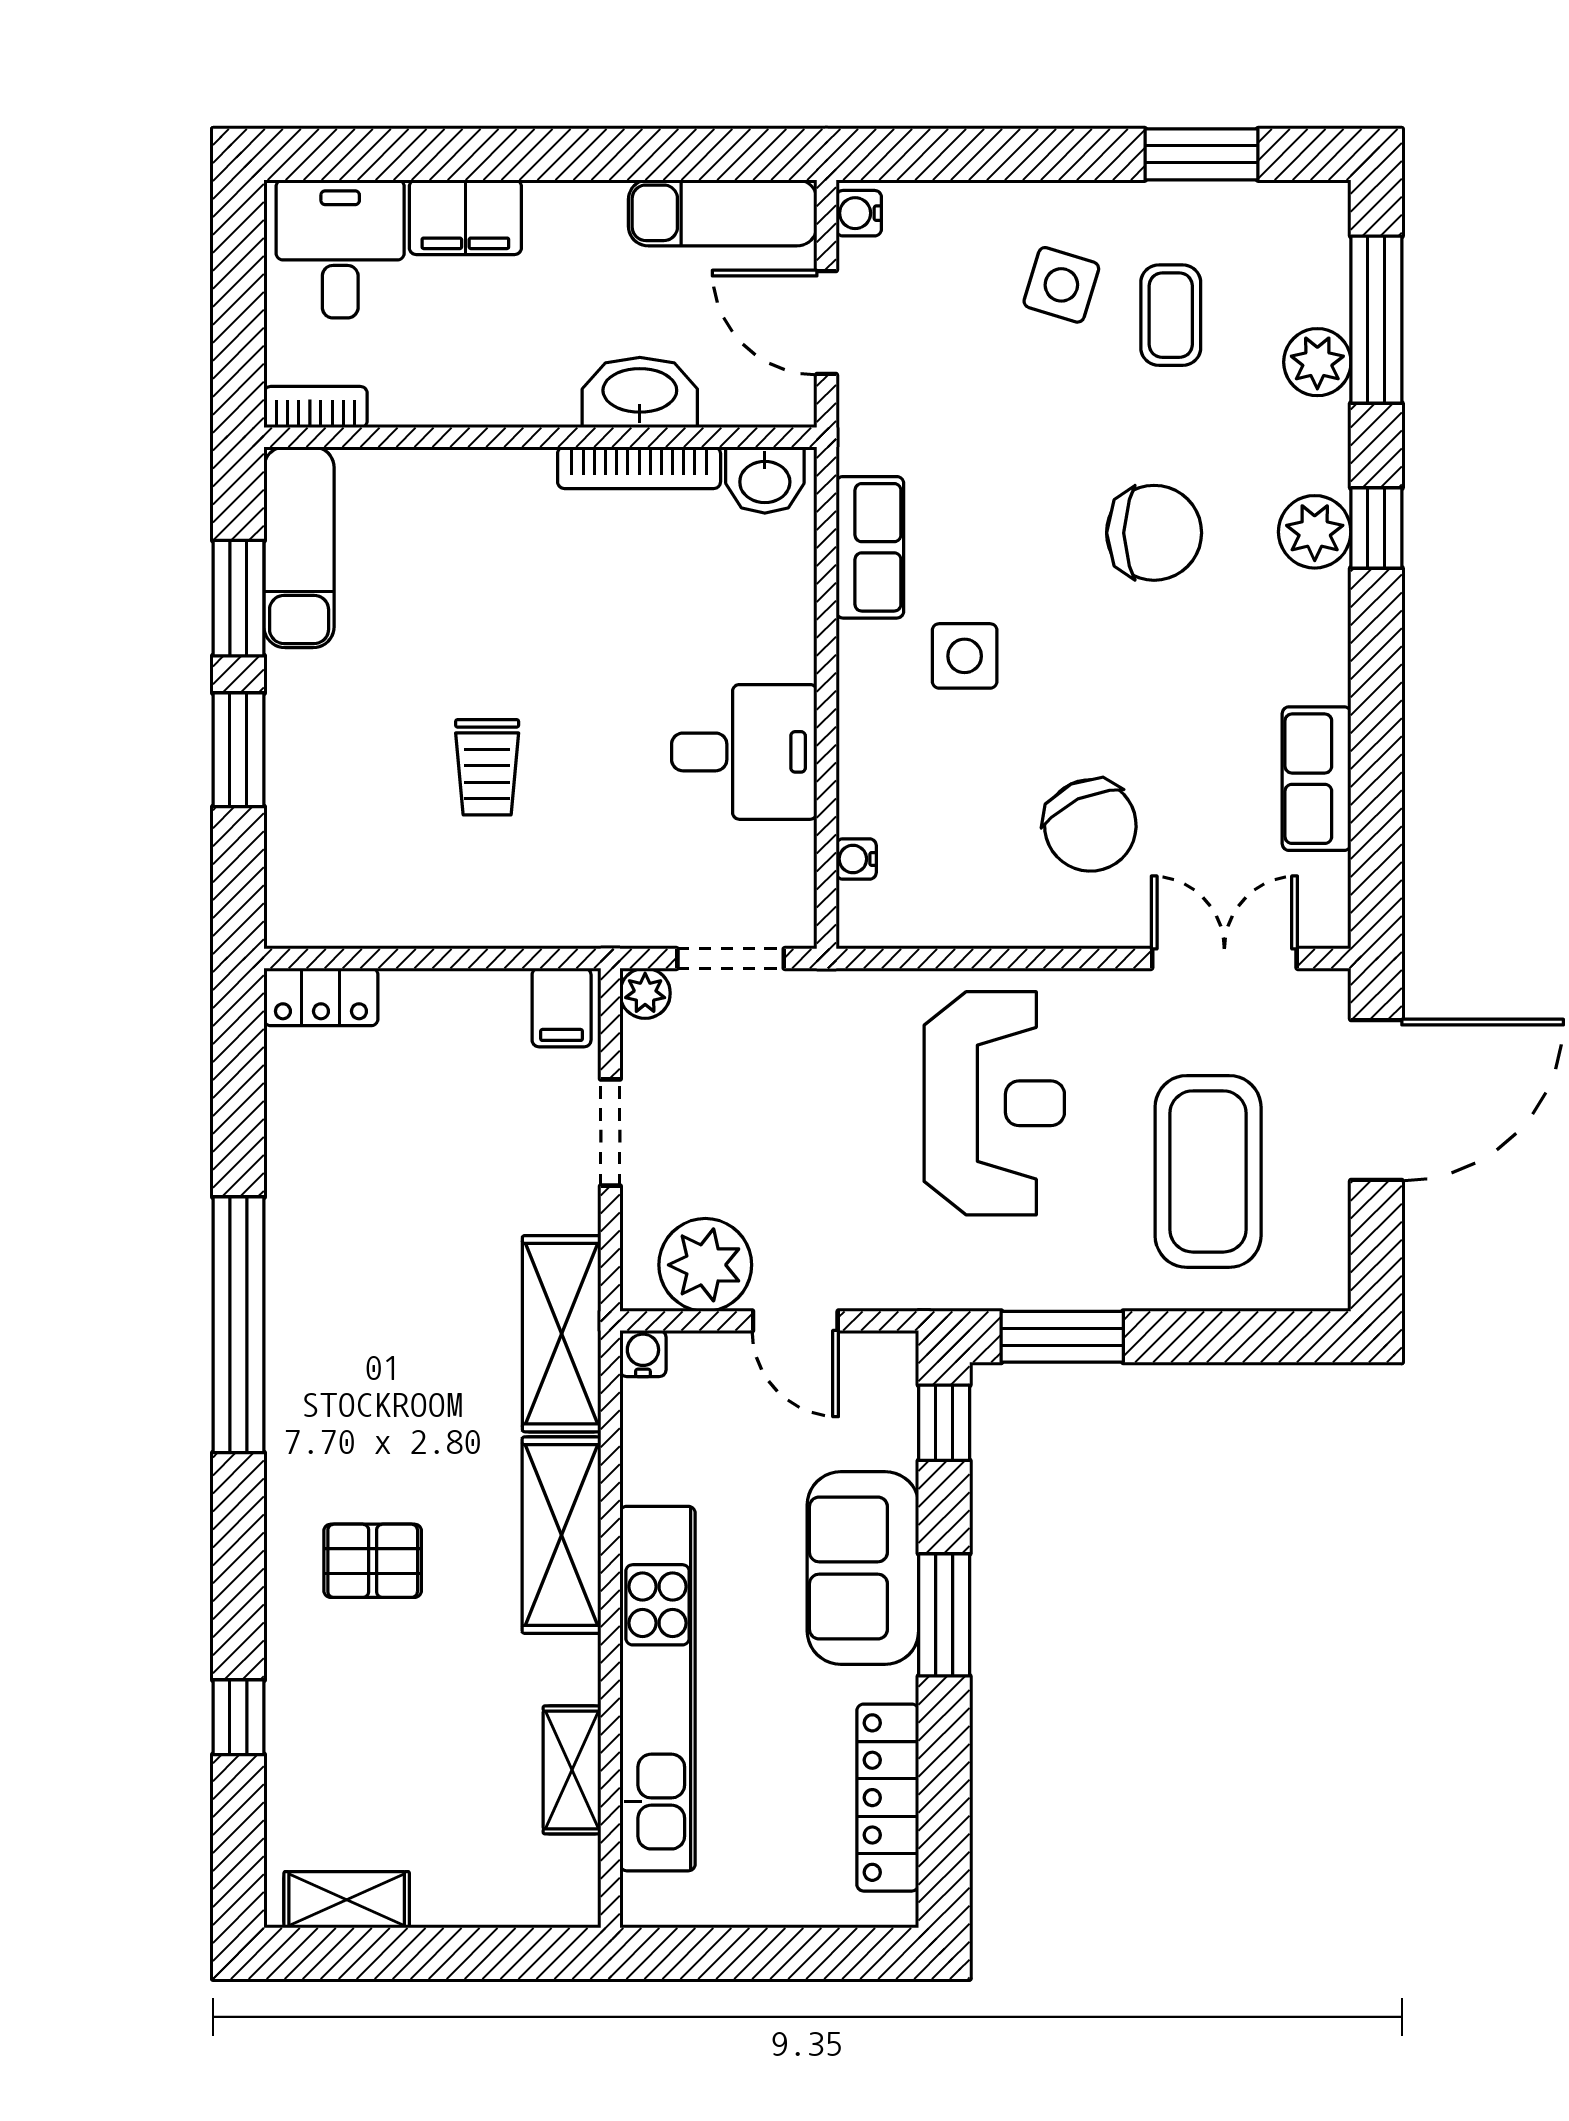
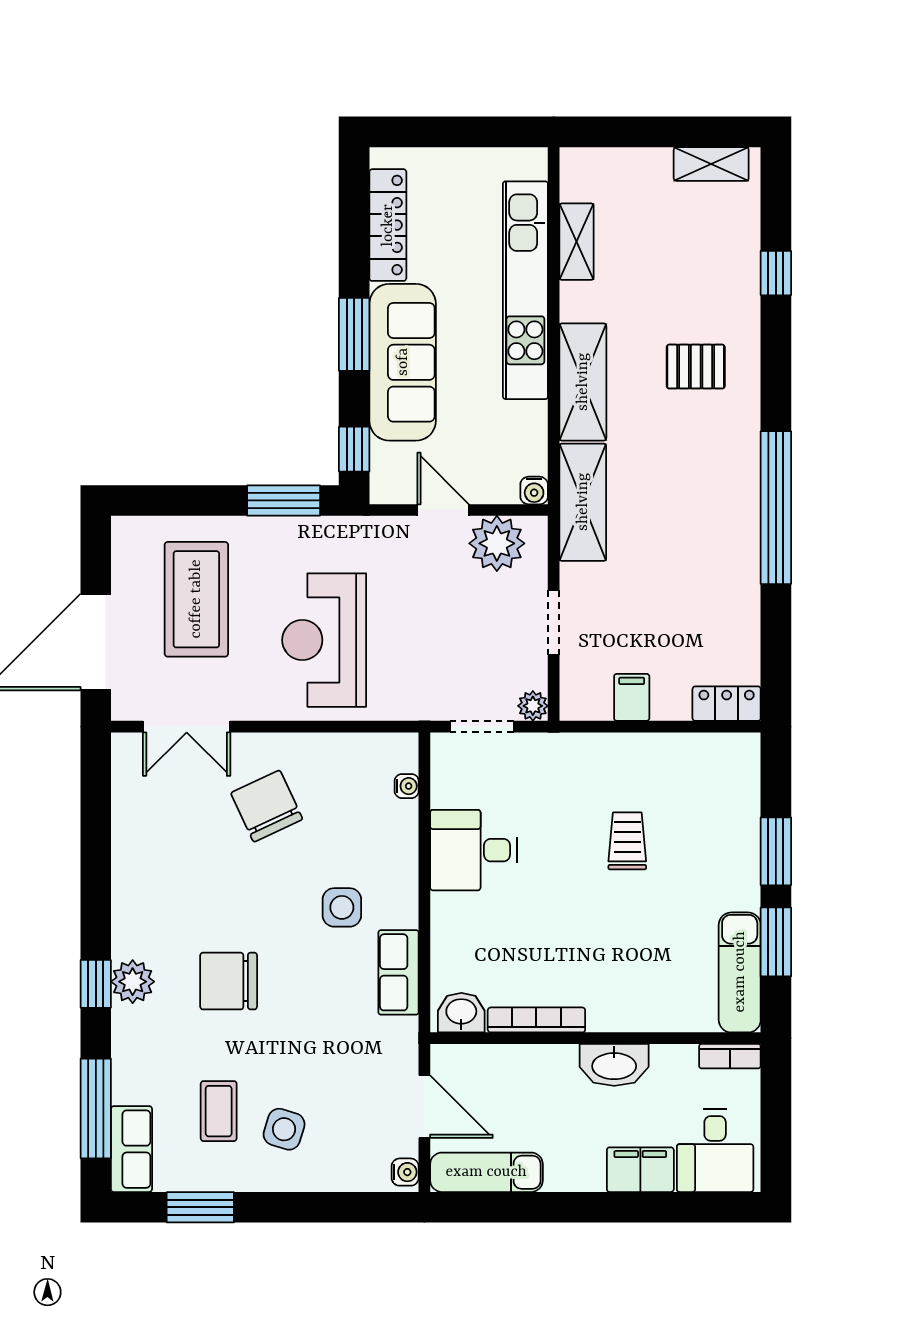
plant: (1317, 362) -> (131, 1083), removed
washbasin: (640, 392) -> (614, 1065), moved
row of seats: (1317, 779) -> (131, 1149), moved
filing cabinet: (562, 1007) -> (632, 697), moved
sofa: (863, 1568) -> (403, 362), width x1.36

